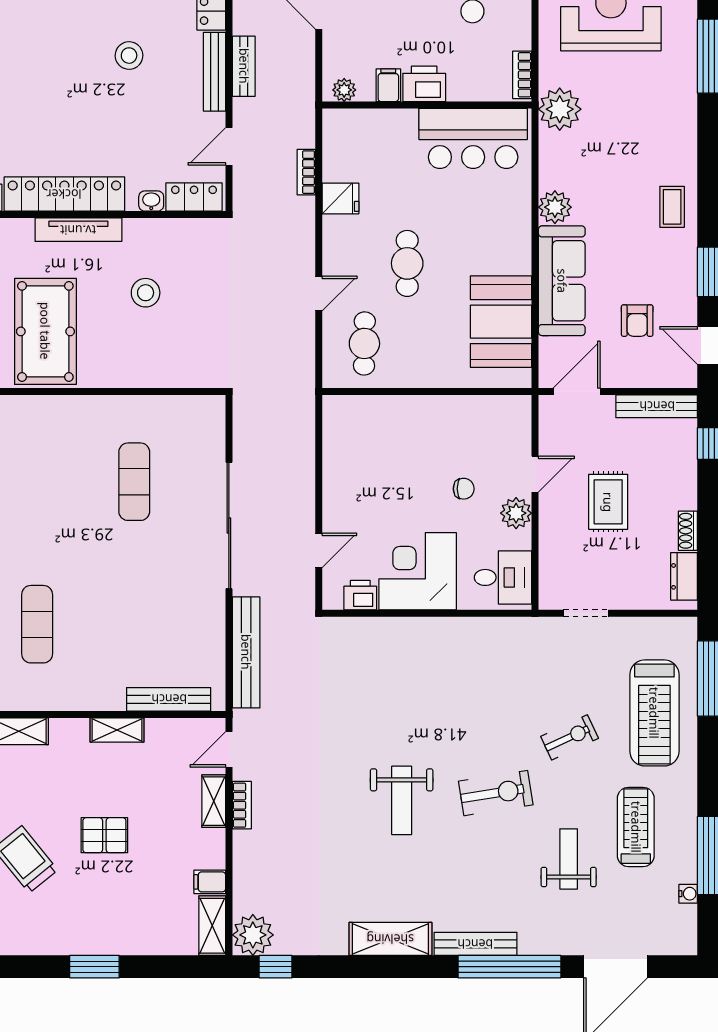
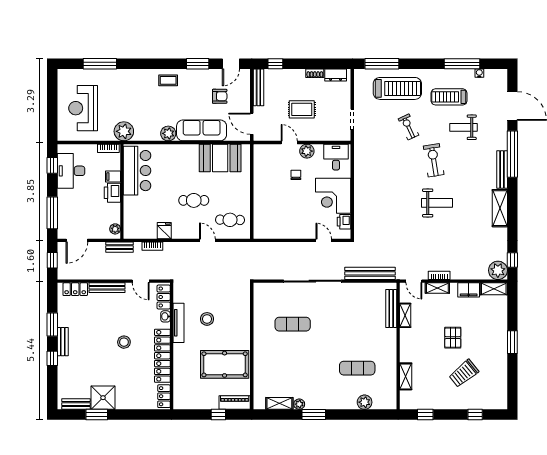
stool: (129, 56) -> (124, 342), moved
bench: (244, 66) -> (119, 247), moved
filing cabinet: (388, 85) -> (113, 176), moved
tv unit: (78, 230) -> (178, 323), moved
shelving: (117, 730) -> (405, 315), moved
filing cabinet: (210, 882) -> (469, 290), width x2.00

